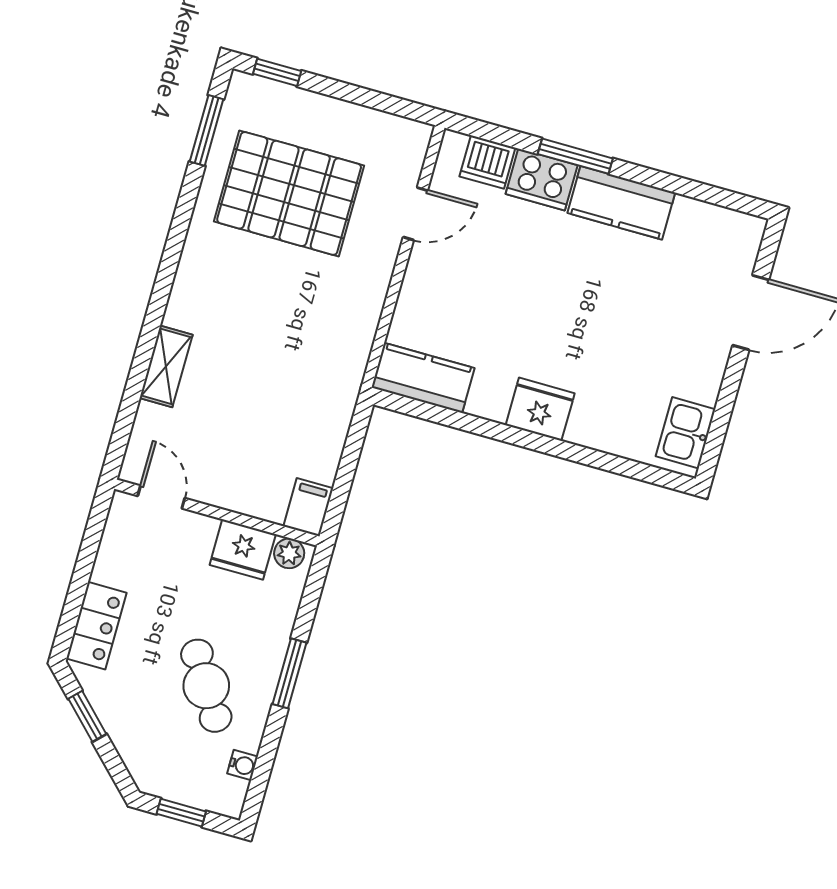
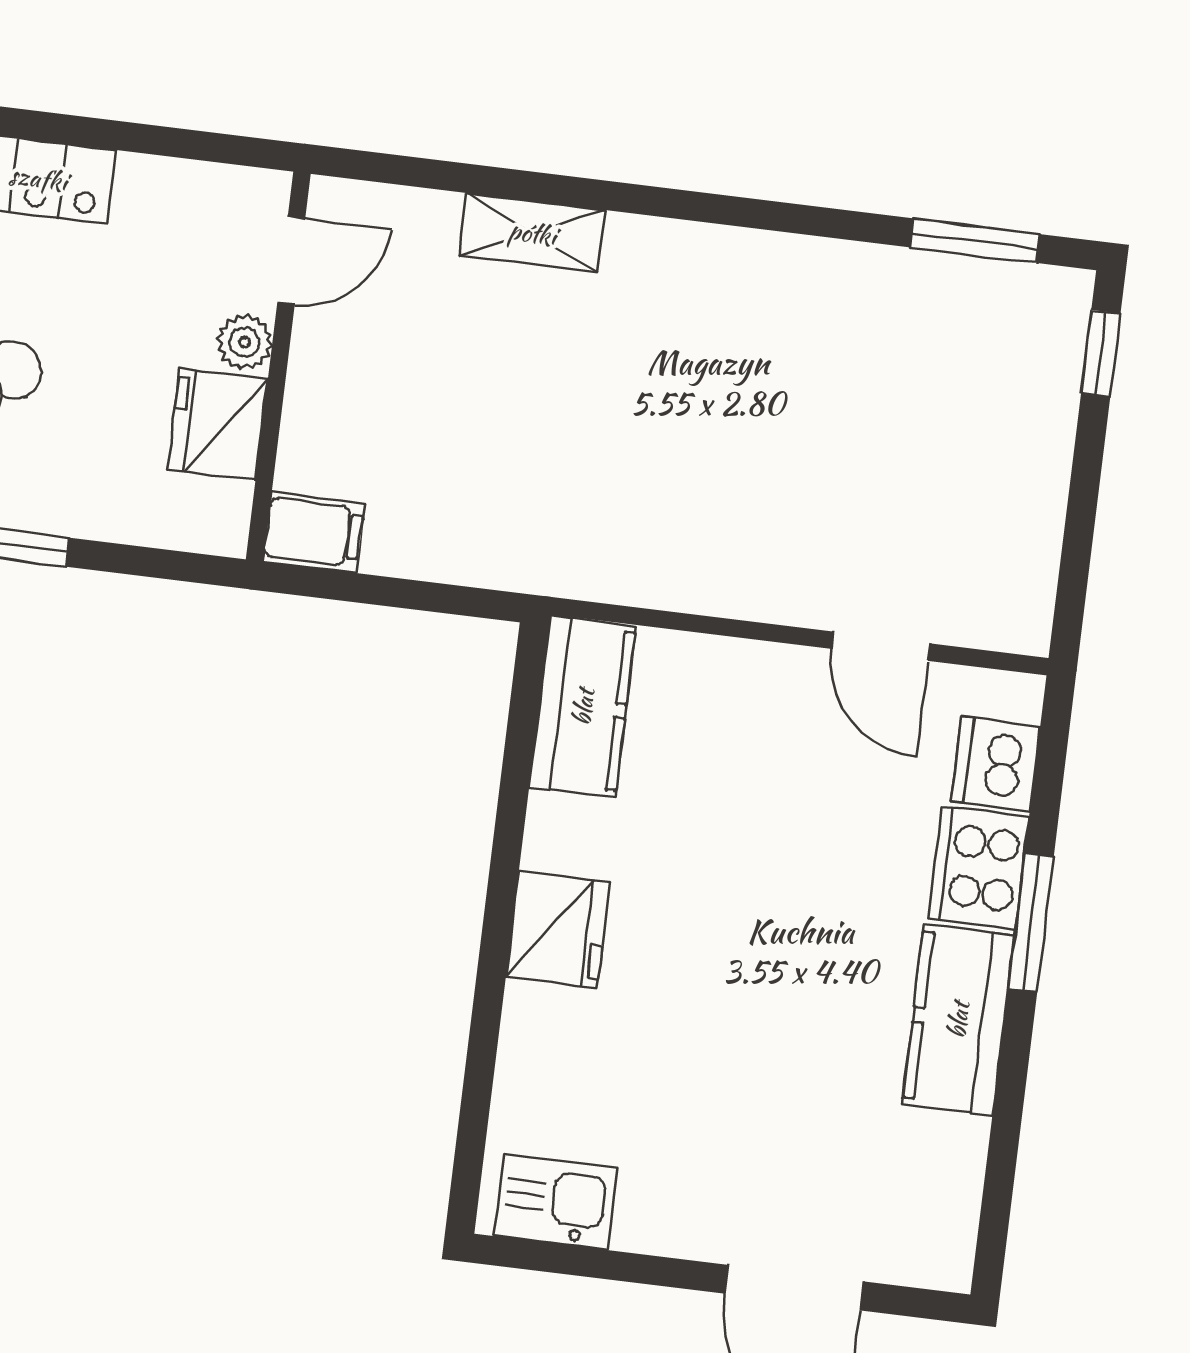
pallet: (289, 193) -> (883, 409), removed
plant: (289, 553) -> (245, 342), moved

